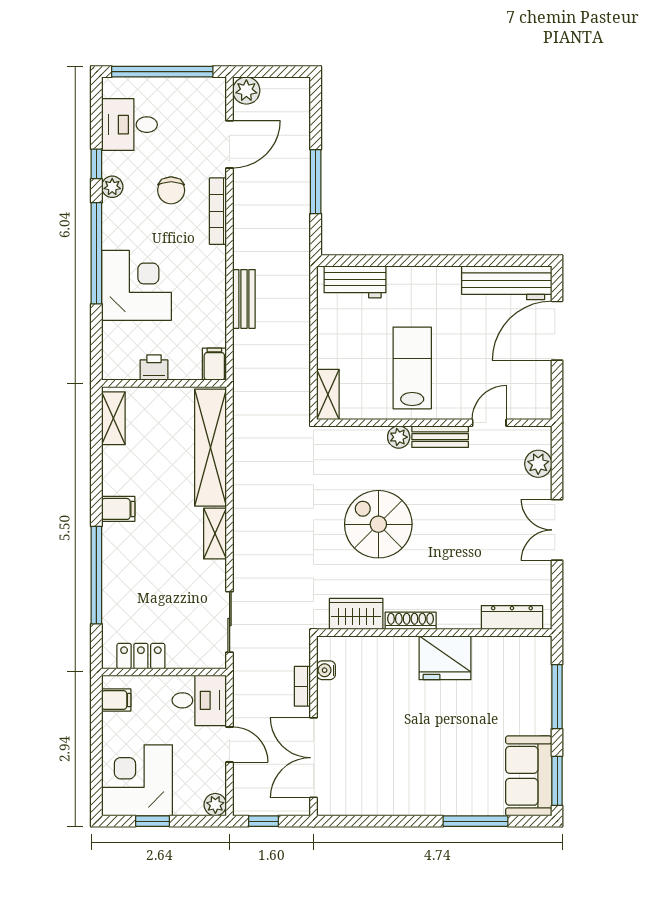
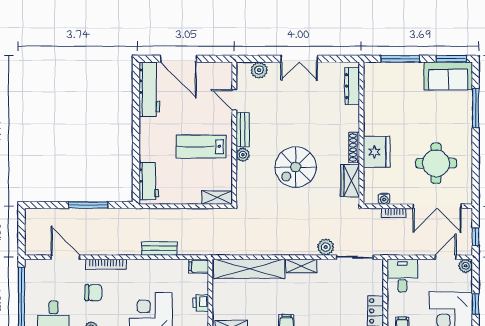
plant: (246, 91) -> (326, 247), moved
fridge: (445, 658) -> (377, 152), moved
door: (230, 744) -> (446, 257), moved
round table: (385, 756) -> (436, 163), added

